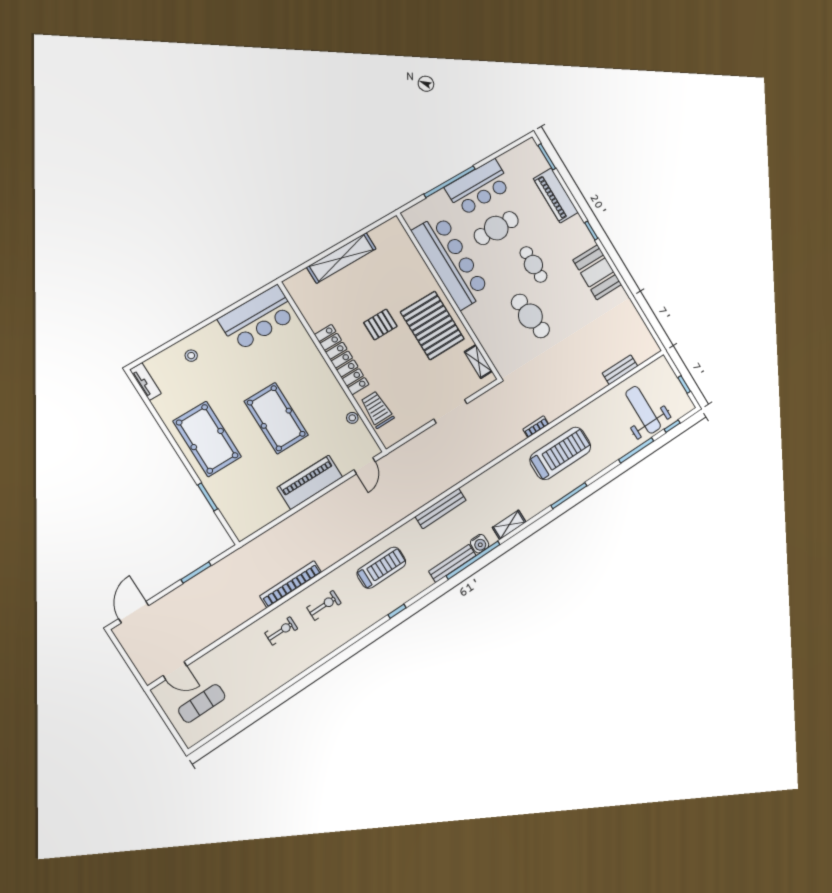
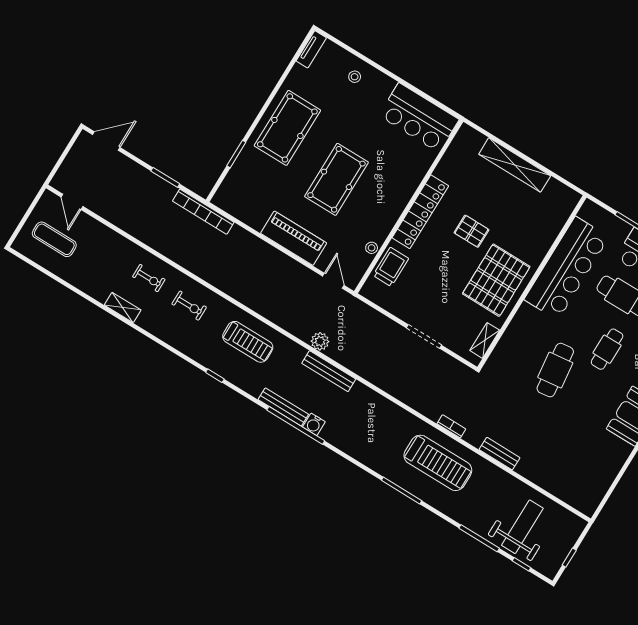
bench: (620, 370) -> (500, 454), moved
door: (365, 466) -> (333, 281), swing flipped
plant: (411, 503) -> (320, 341), added
shelving: (509, 525) -> (123, 307), moved
bookcase: (291, 584) -> (203, 212), moved, turned 180

